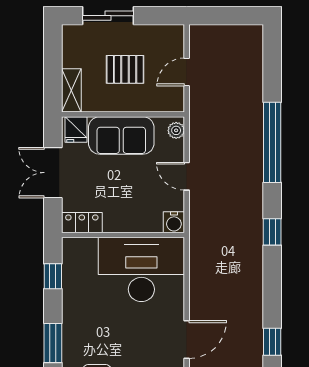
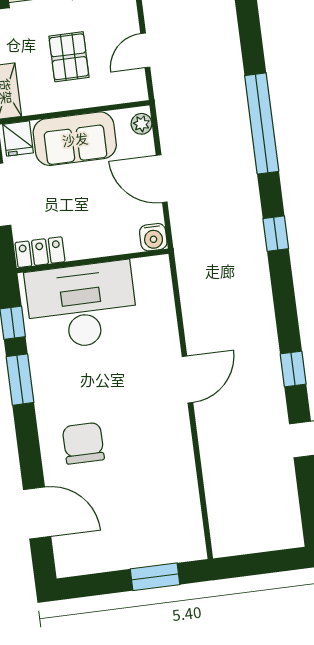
pallet: (125, 69) -> (69, 57), turned 90
door: (187, 176) -> (162, 179), width x1.38
desk: (141, 269) -> (82, 305), moved
window: (53, 343) -> (20, 380), moved

